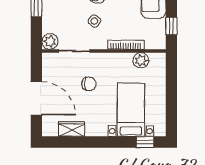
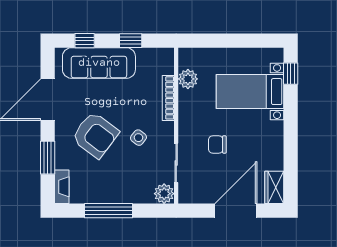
window: (171, 26) -> (131, 41), moved
chair: (89, 84) -> (217, 145), turned -90
wardrobe: (72, 129) -> (274, 187), moved

